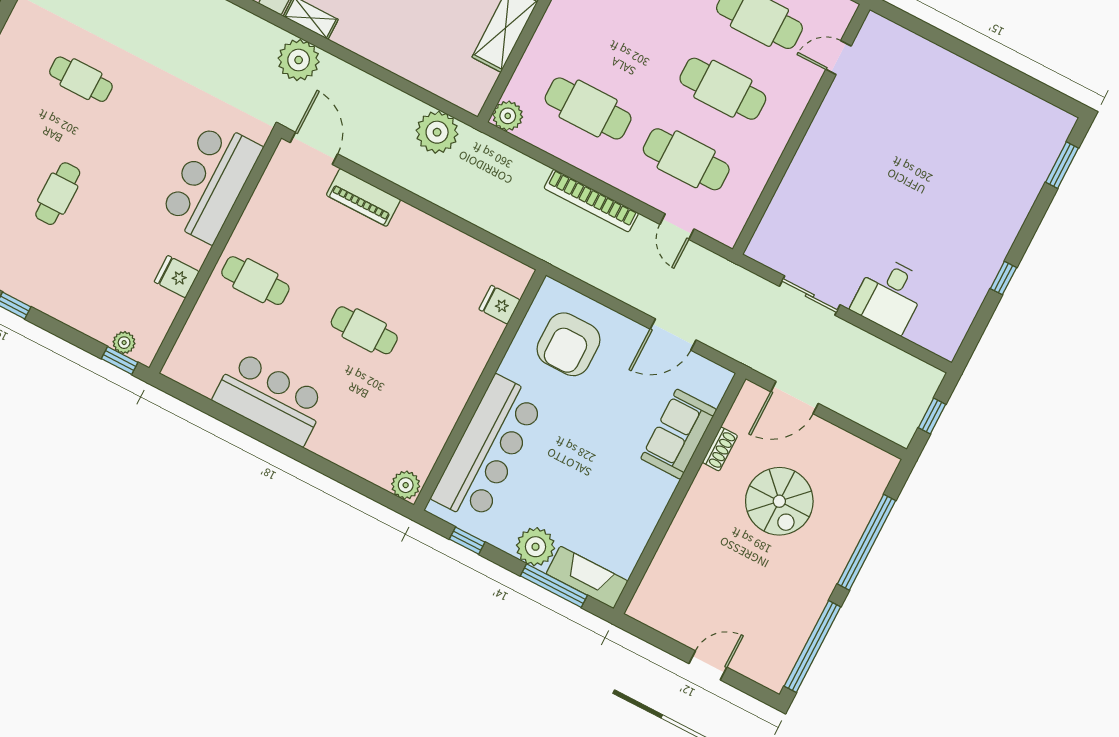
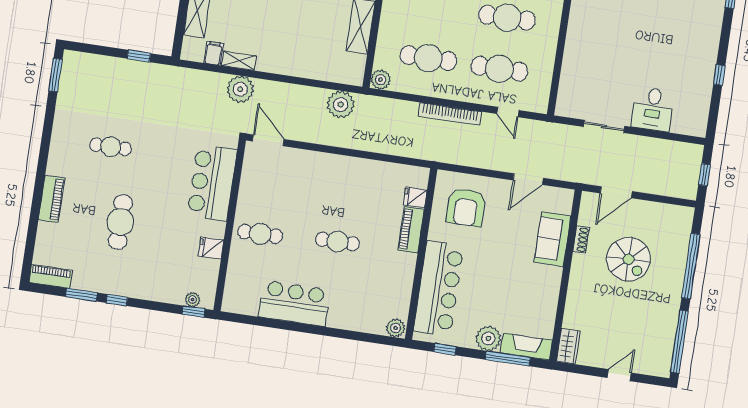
cafe table: (58, 194) -> (120, 222), width x1.37, depth x1.35
piano: (363, 197) -> (411, 230), moved, turned 90
wardrobe: (648, 598) -> (568, 346), added

